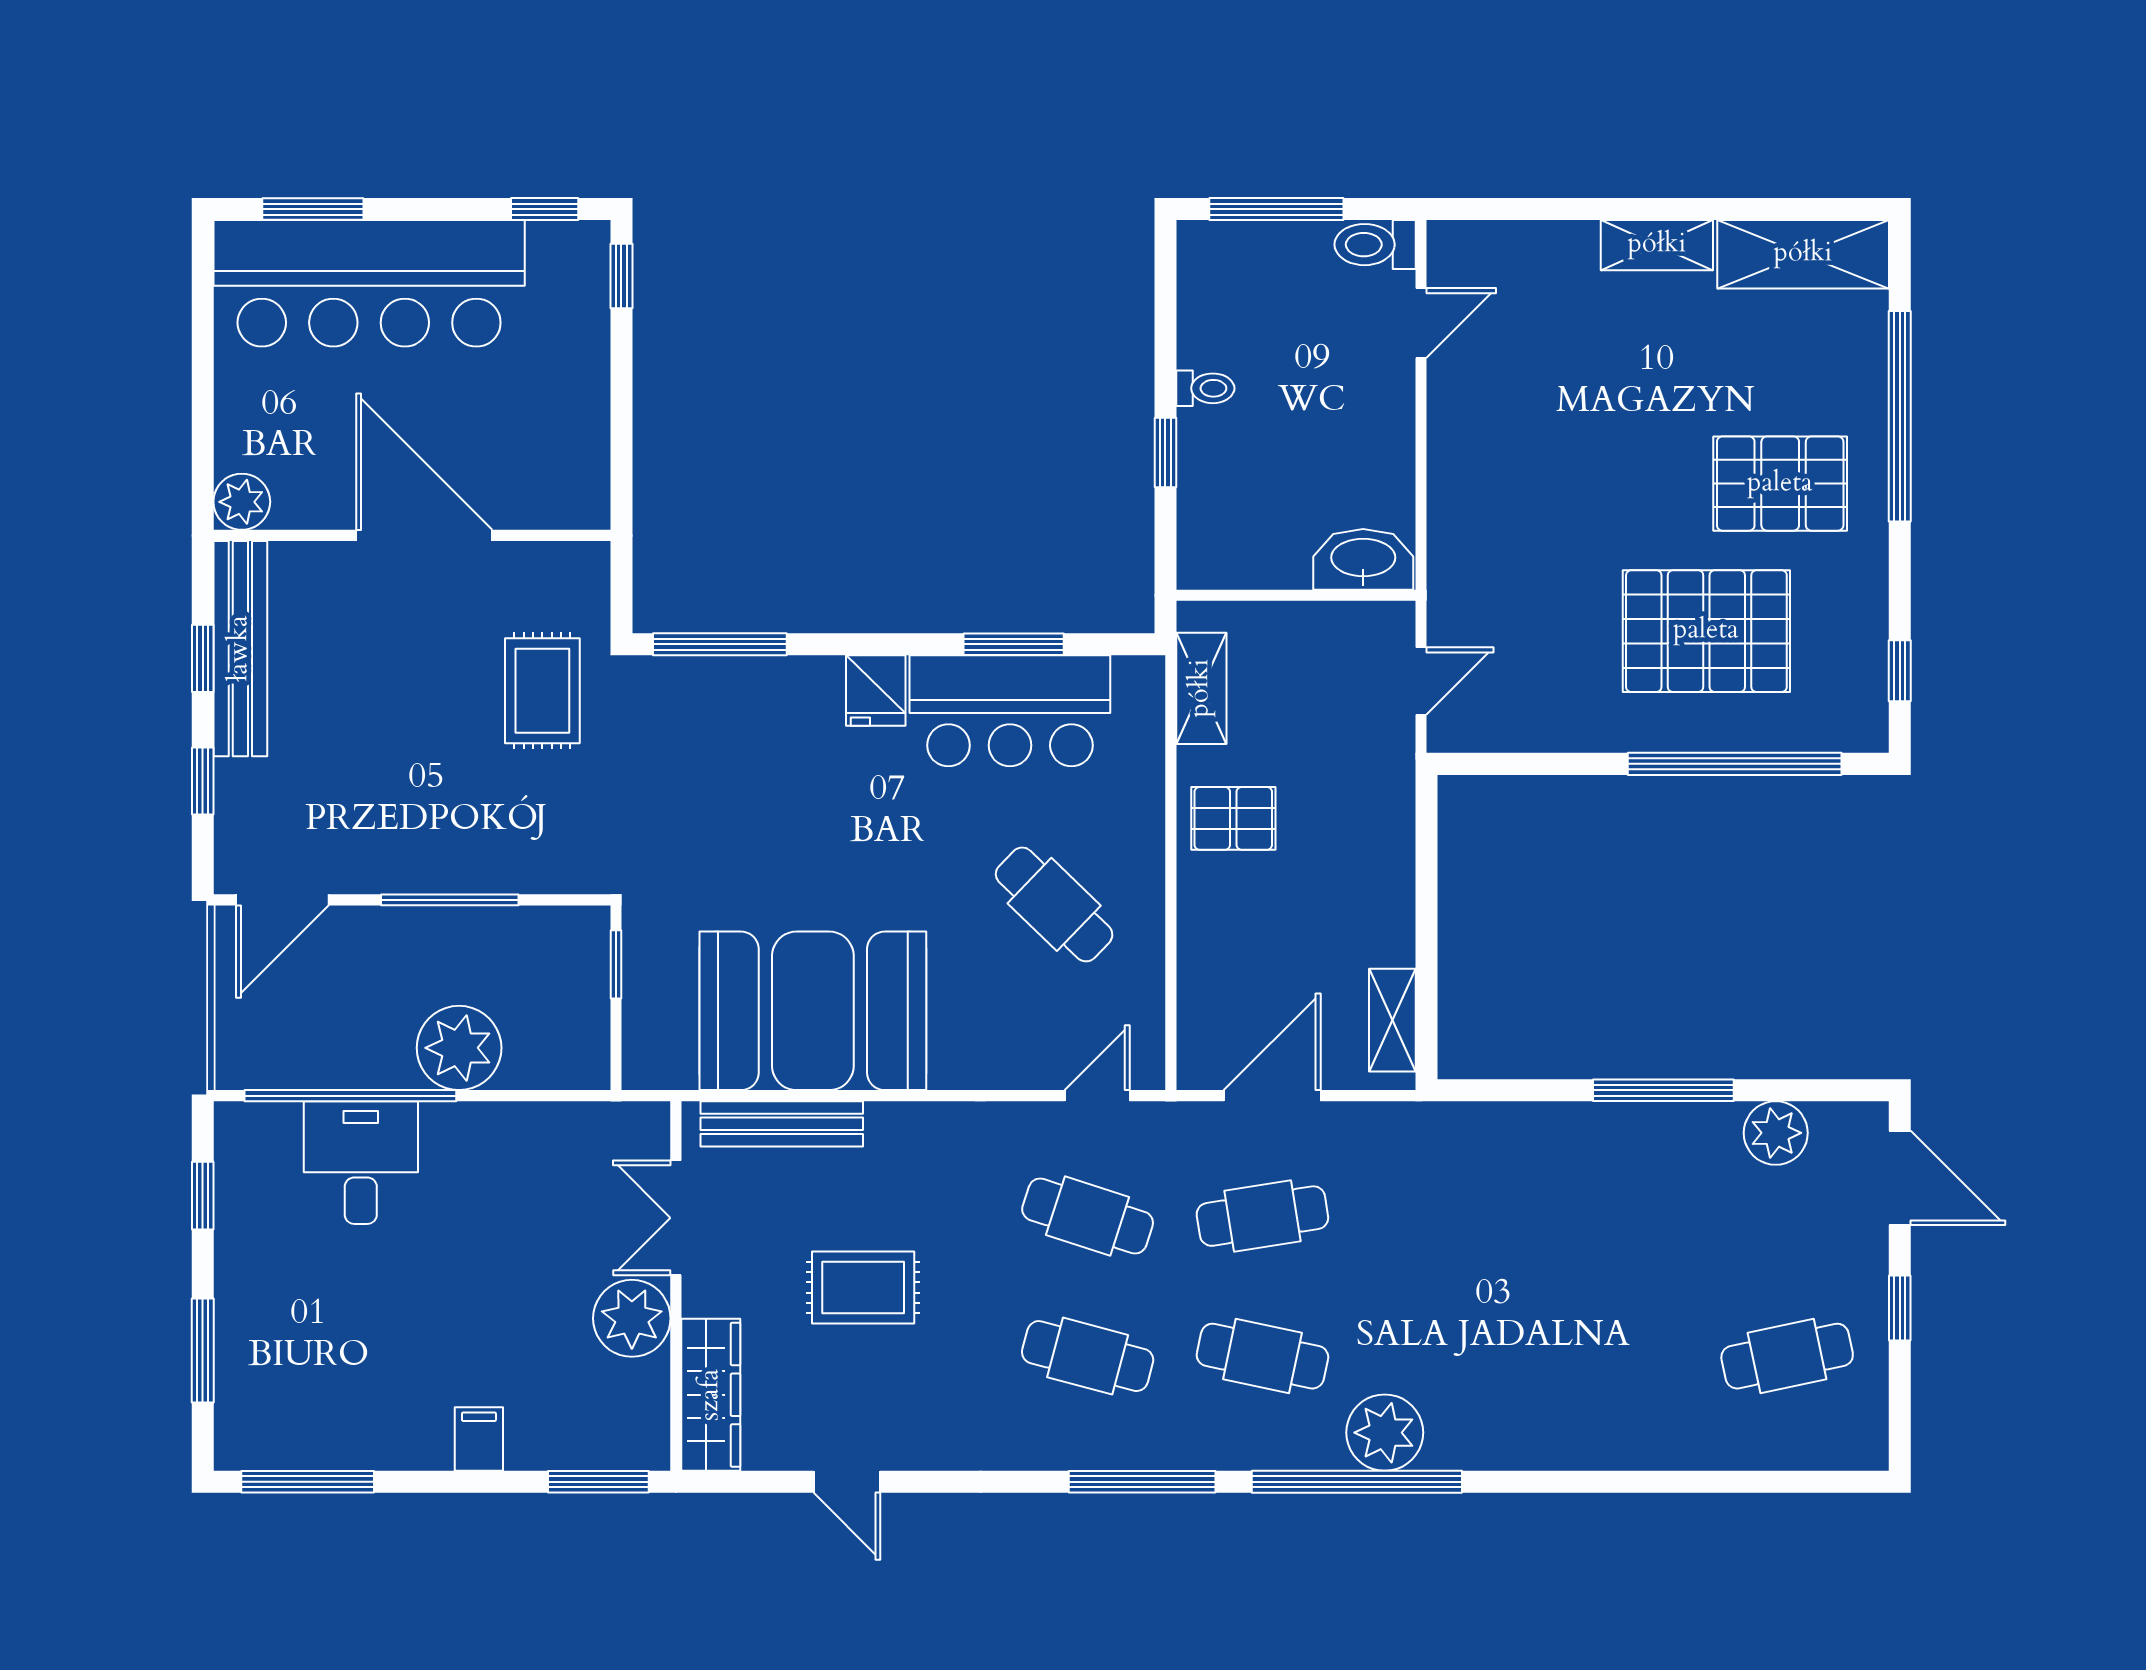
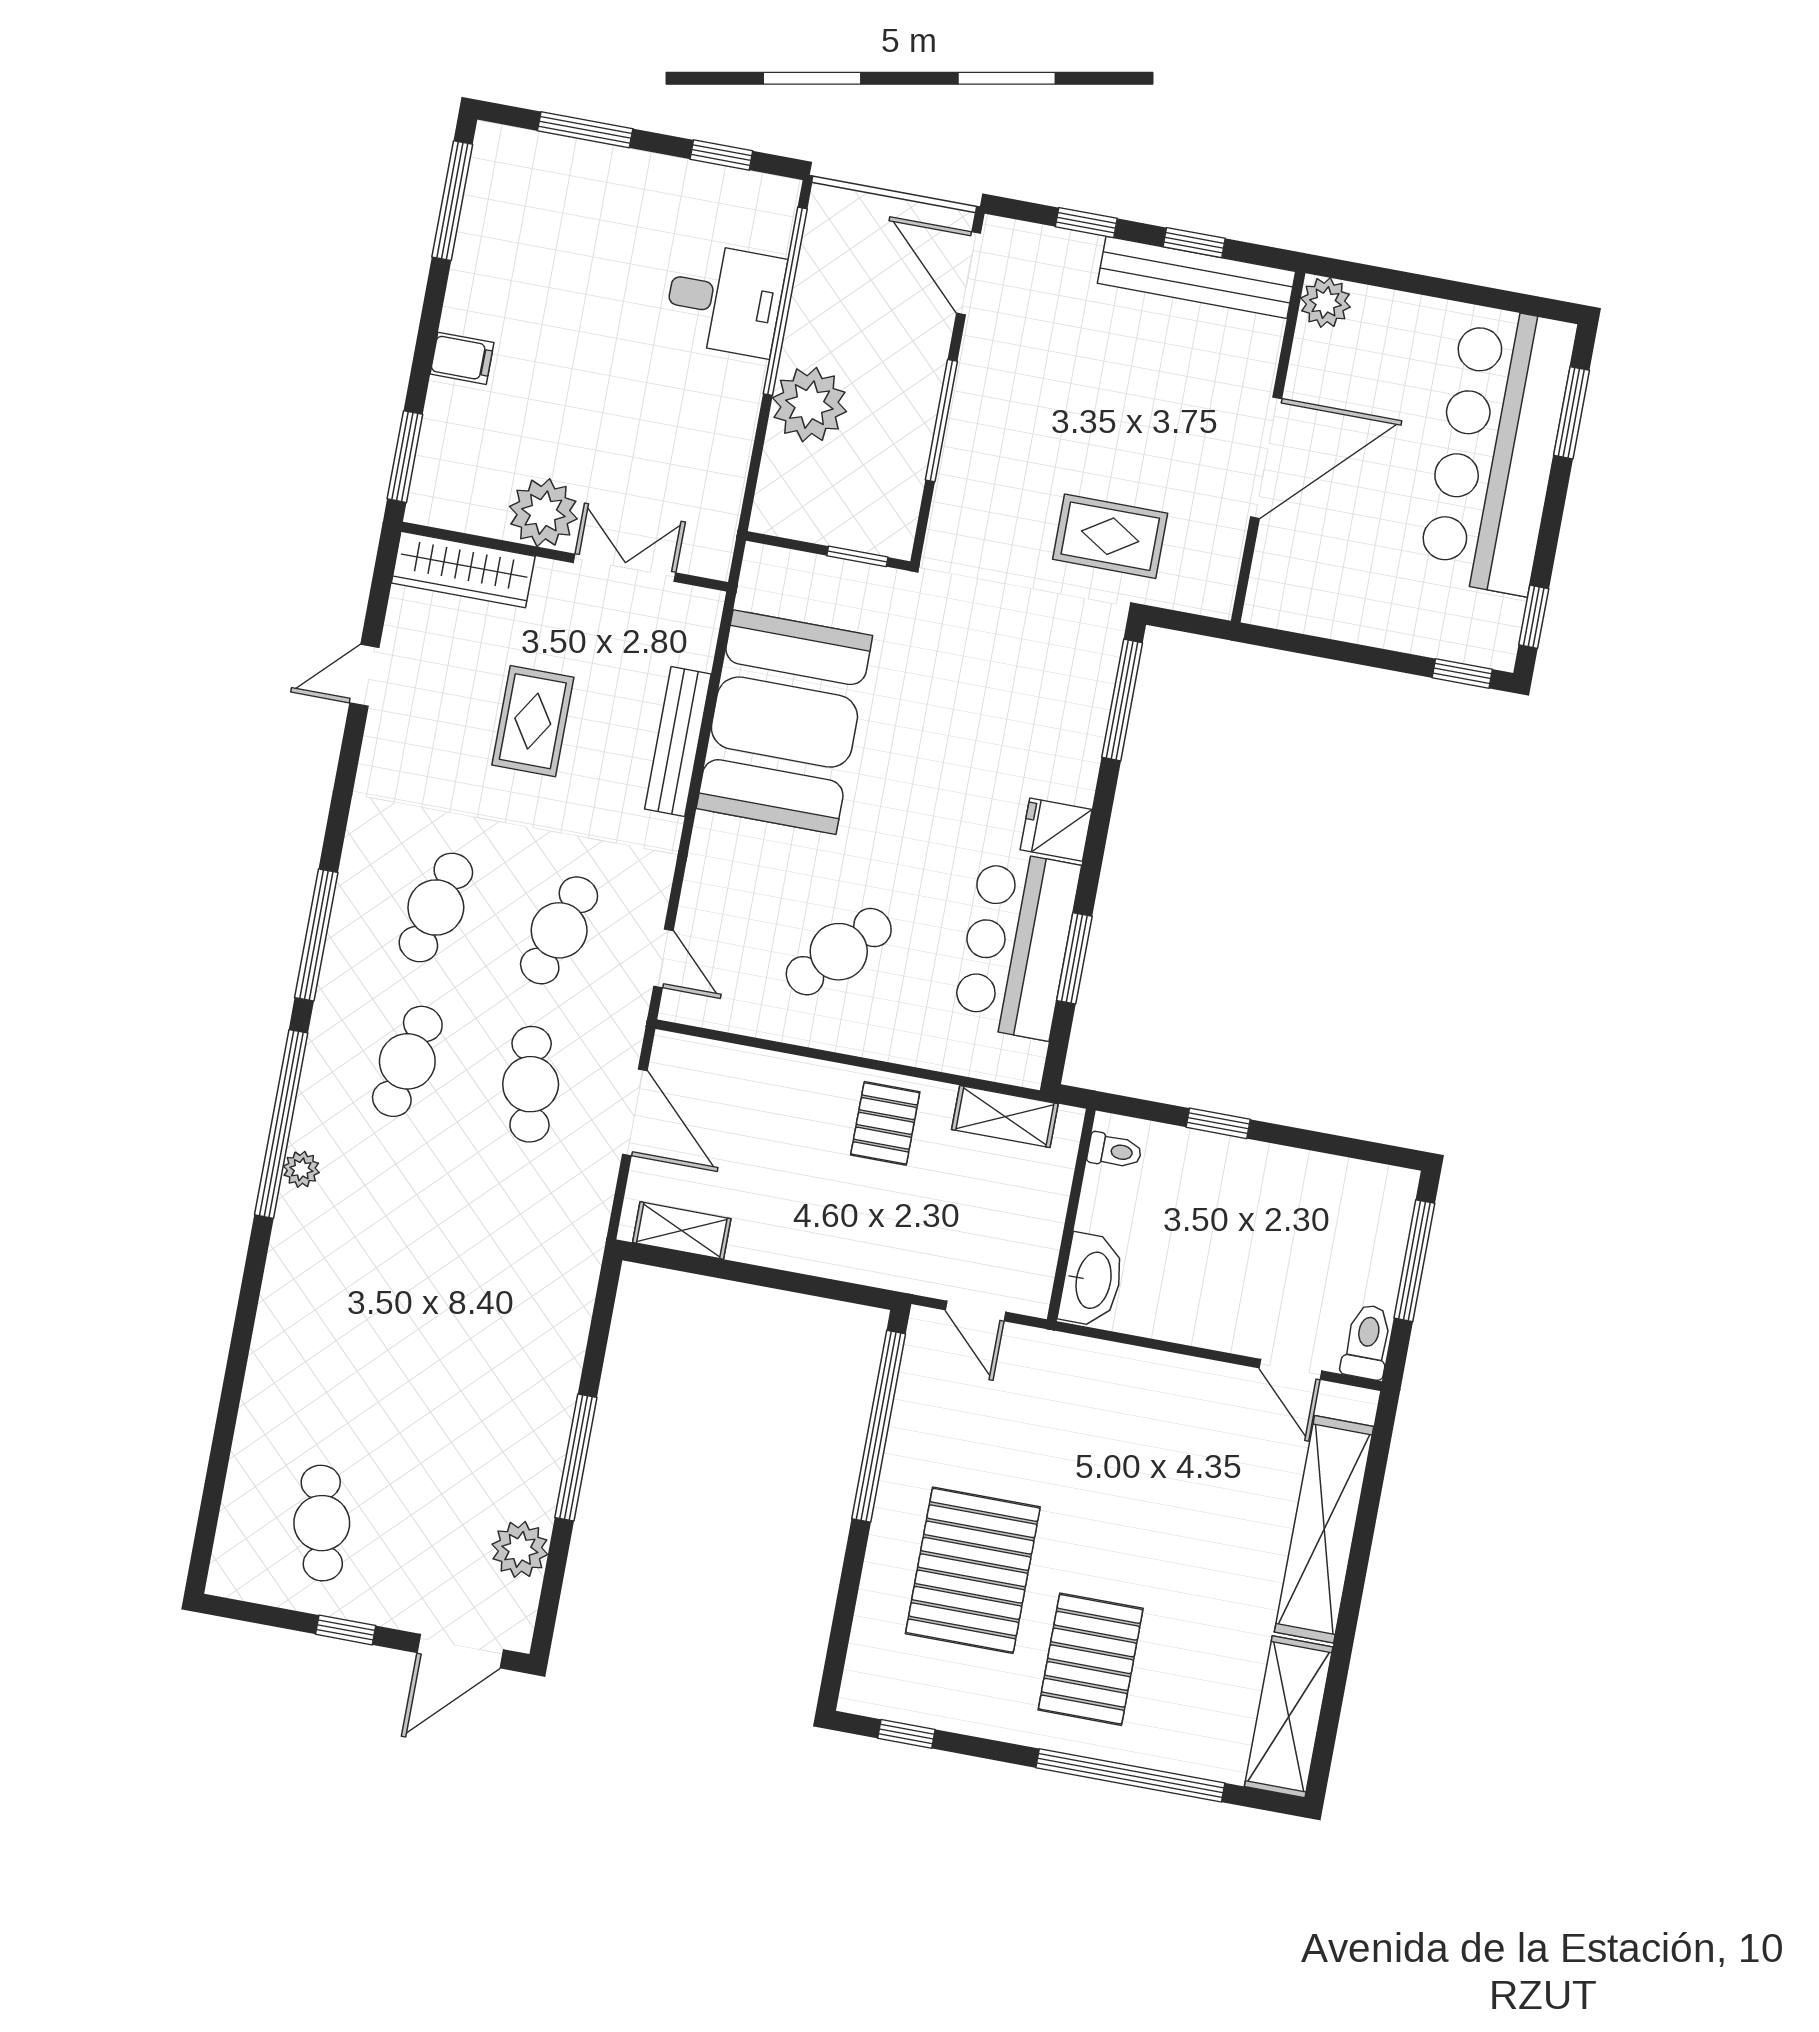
shelving: (1657, 245) -> (1324, 1529), width x2.20, depth x1.33
toilet: (1205, 388) -> (1115, 1151), moved, turned -90
window: (1735, 764) -> (879, 1426), moved
bench: (782, 1124) -> (678, 741), moved
plant: (1385, 1433) -> (301, 1169), width x0.53, depth x0.53

